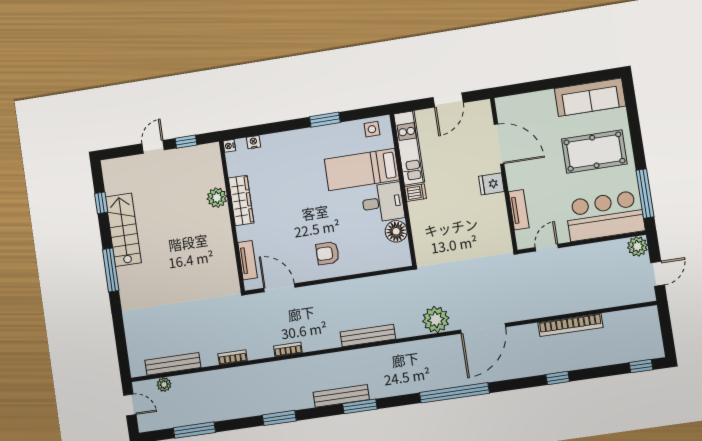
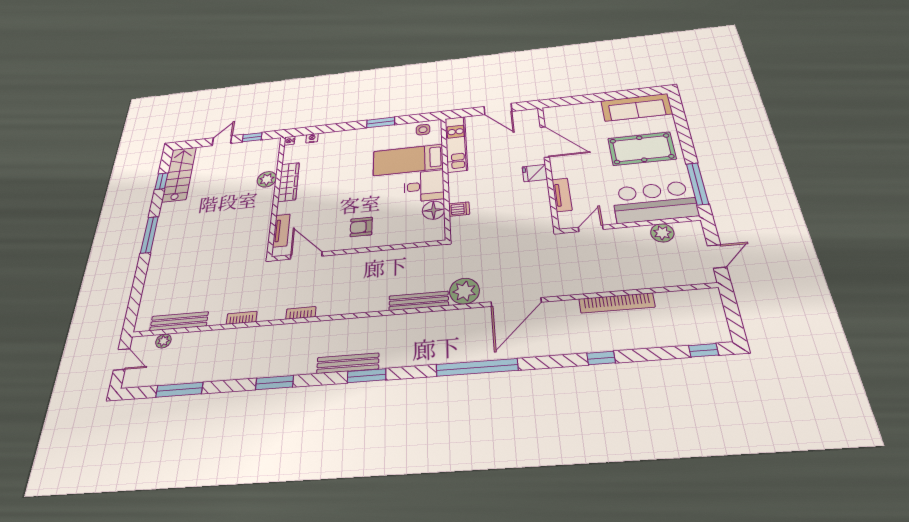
door: (448, 100) -> (498, 109), hinge flipped
dishwasher: (416, 193) -> (459, 209), moved
stairs: (123, 230) -> (179, 174), moved
plant: (637, 246) -> (662, 233), moved
bench: (368, 335) -> (419, 301), moved

